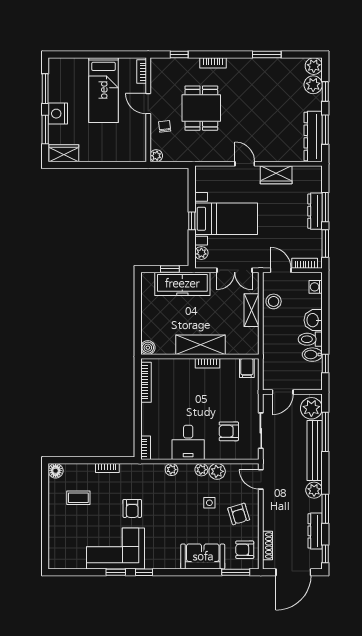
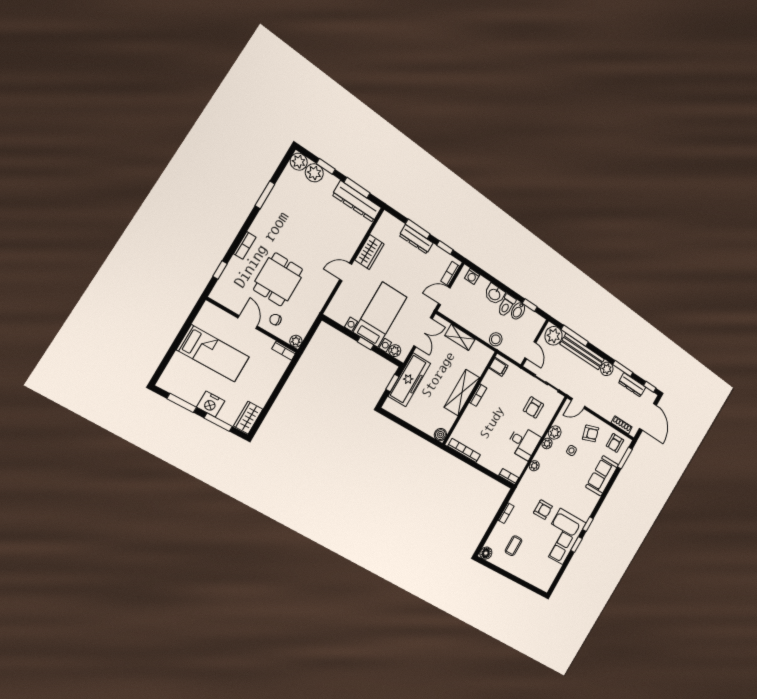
bookcase: (142, 72) -> (284, 351), moved
door: (148, 104) -> (248, 322), swing flipped
dining table: (201, 108) -> (278, 279), turned 90
window: (325, 243) -> (445, 247), width x0.67
stool: (274, 301) -> (496, 339), moved

